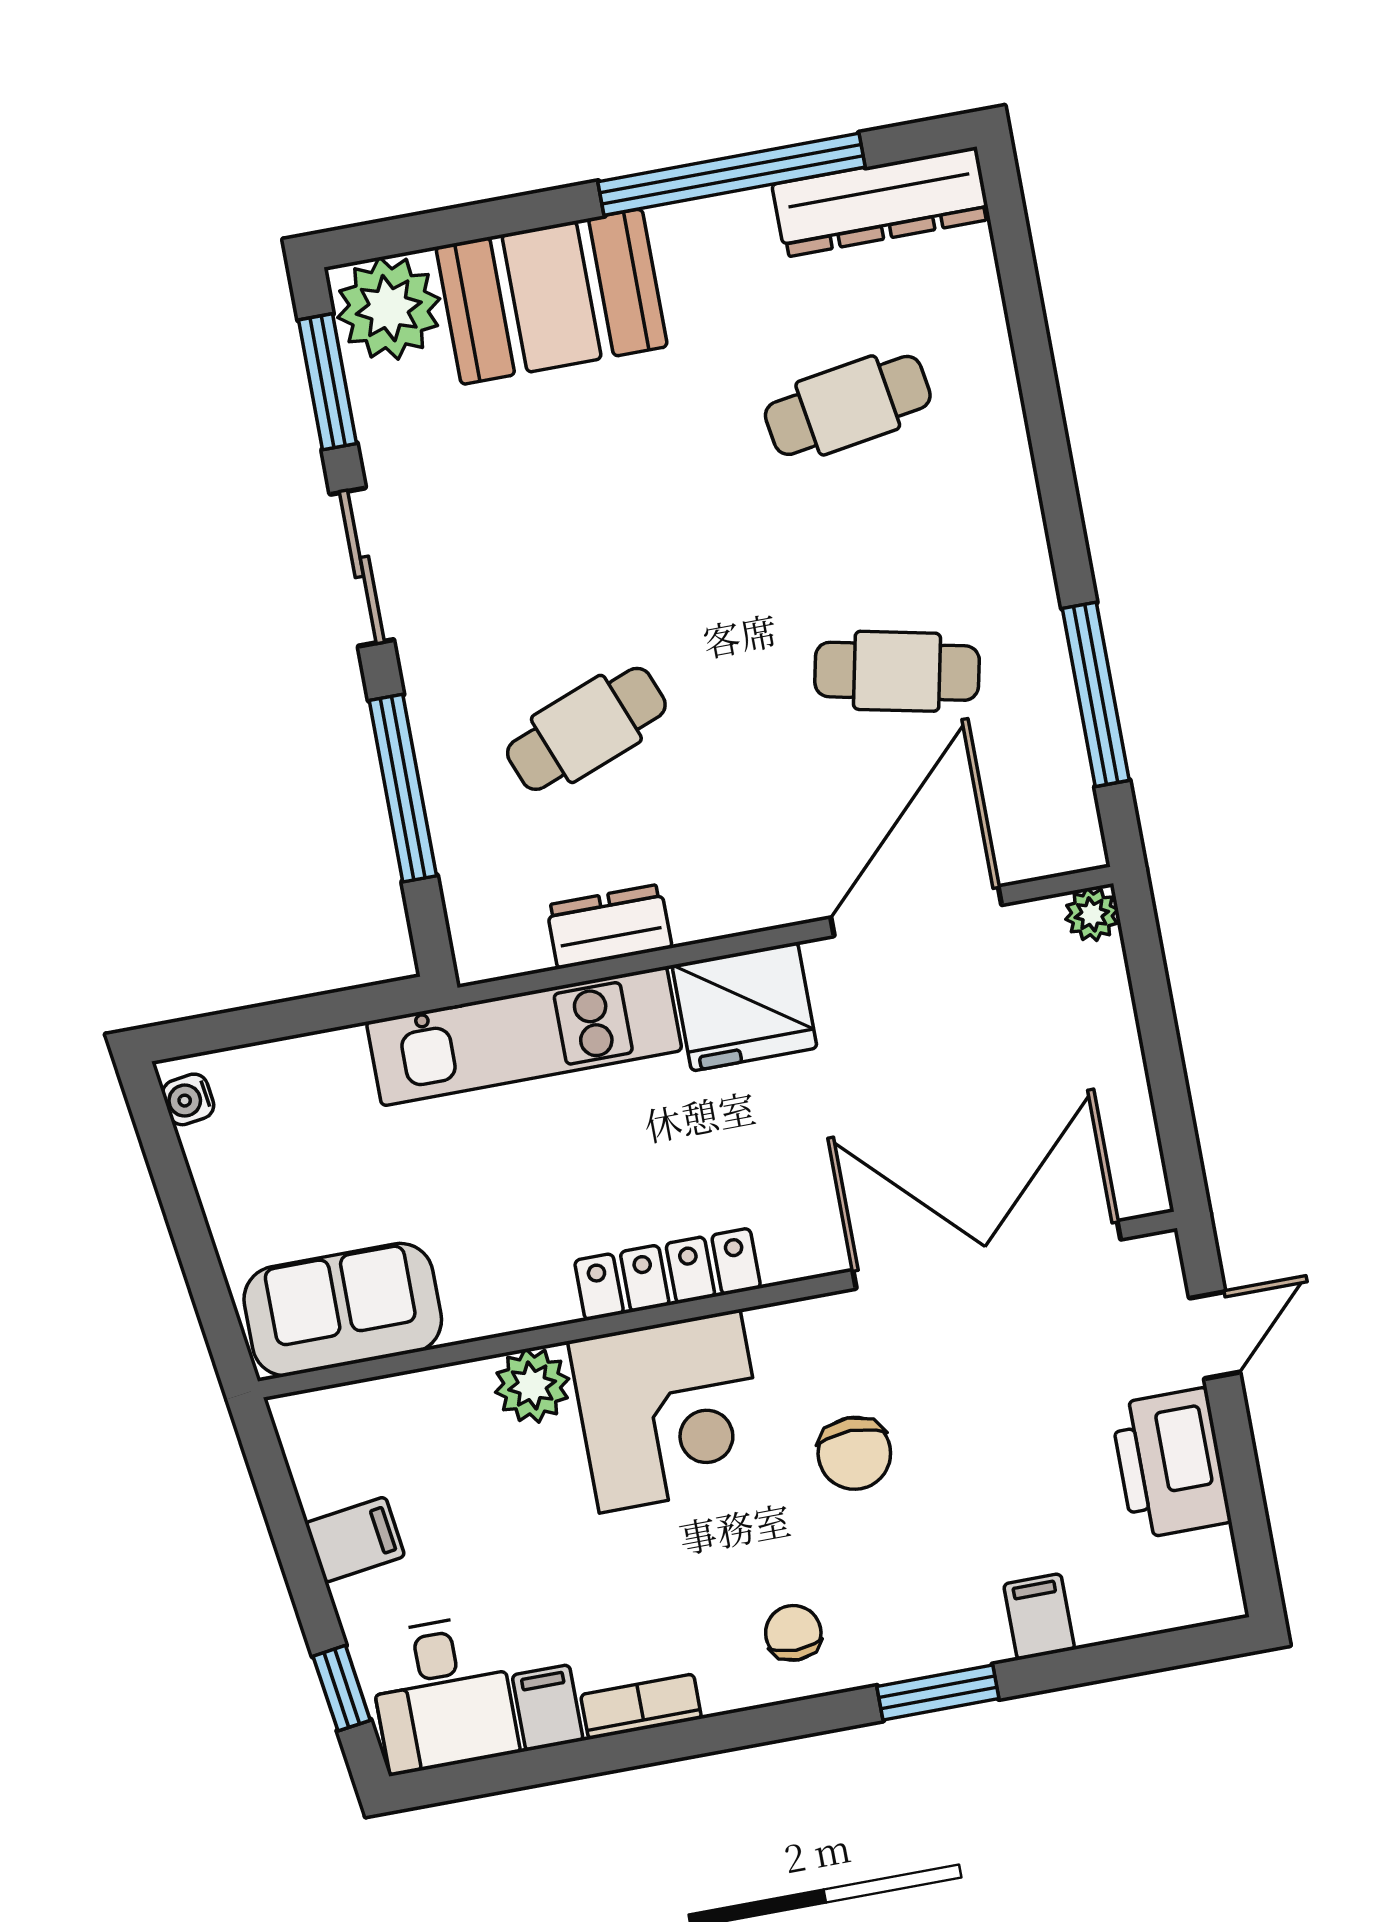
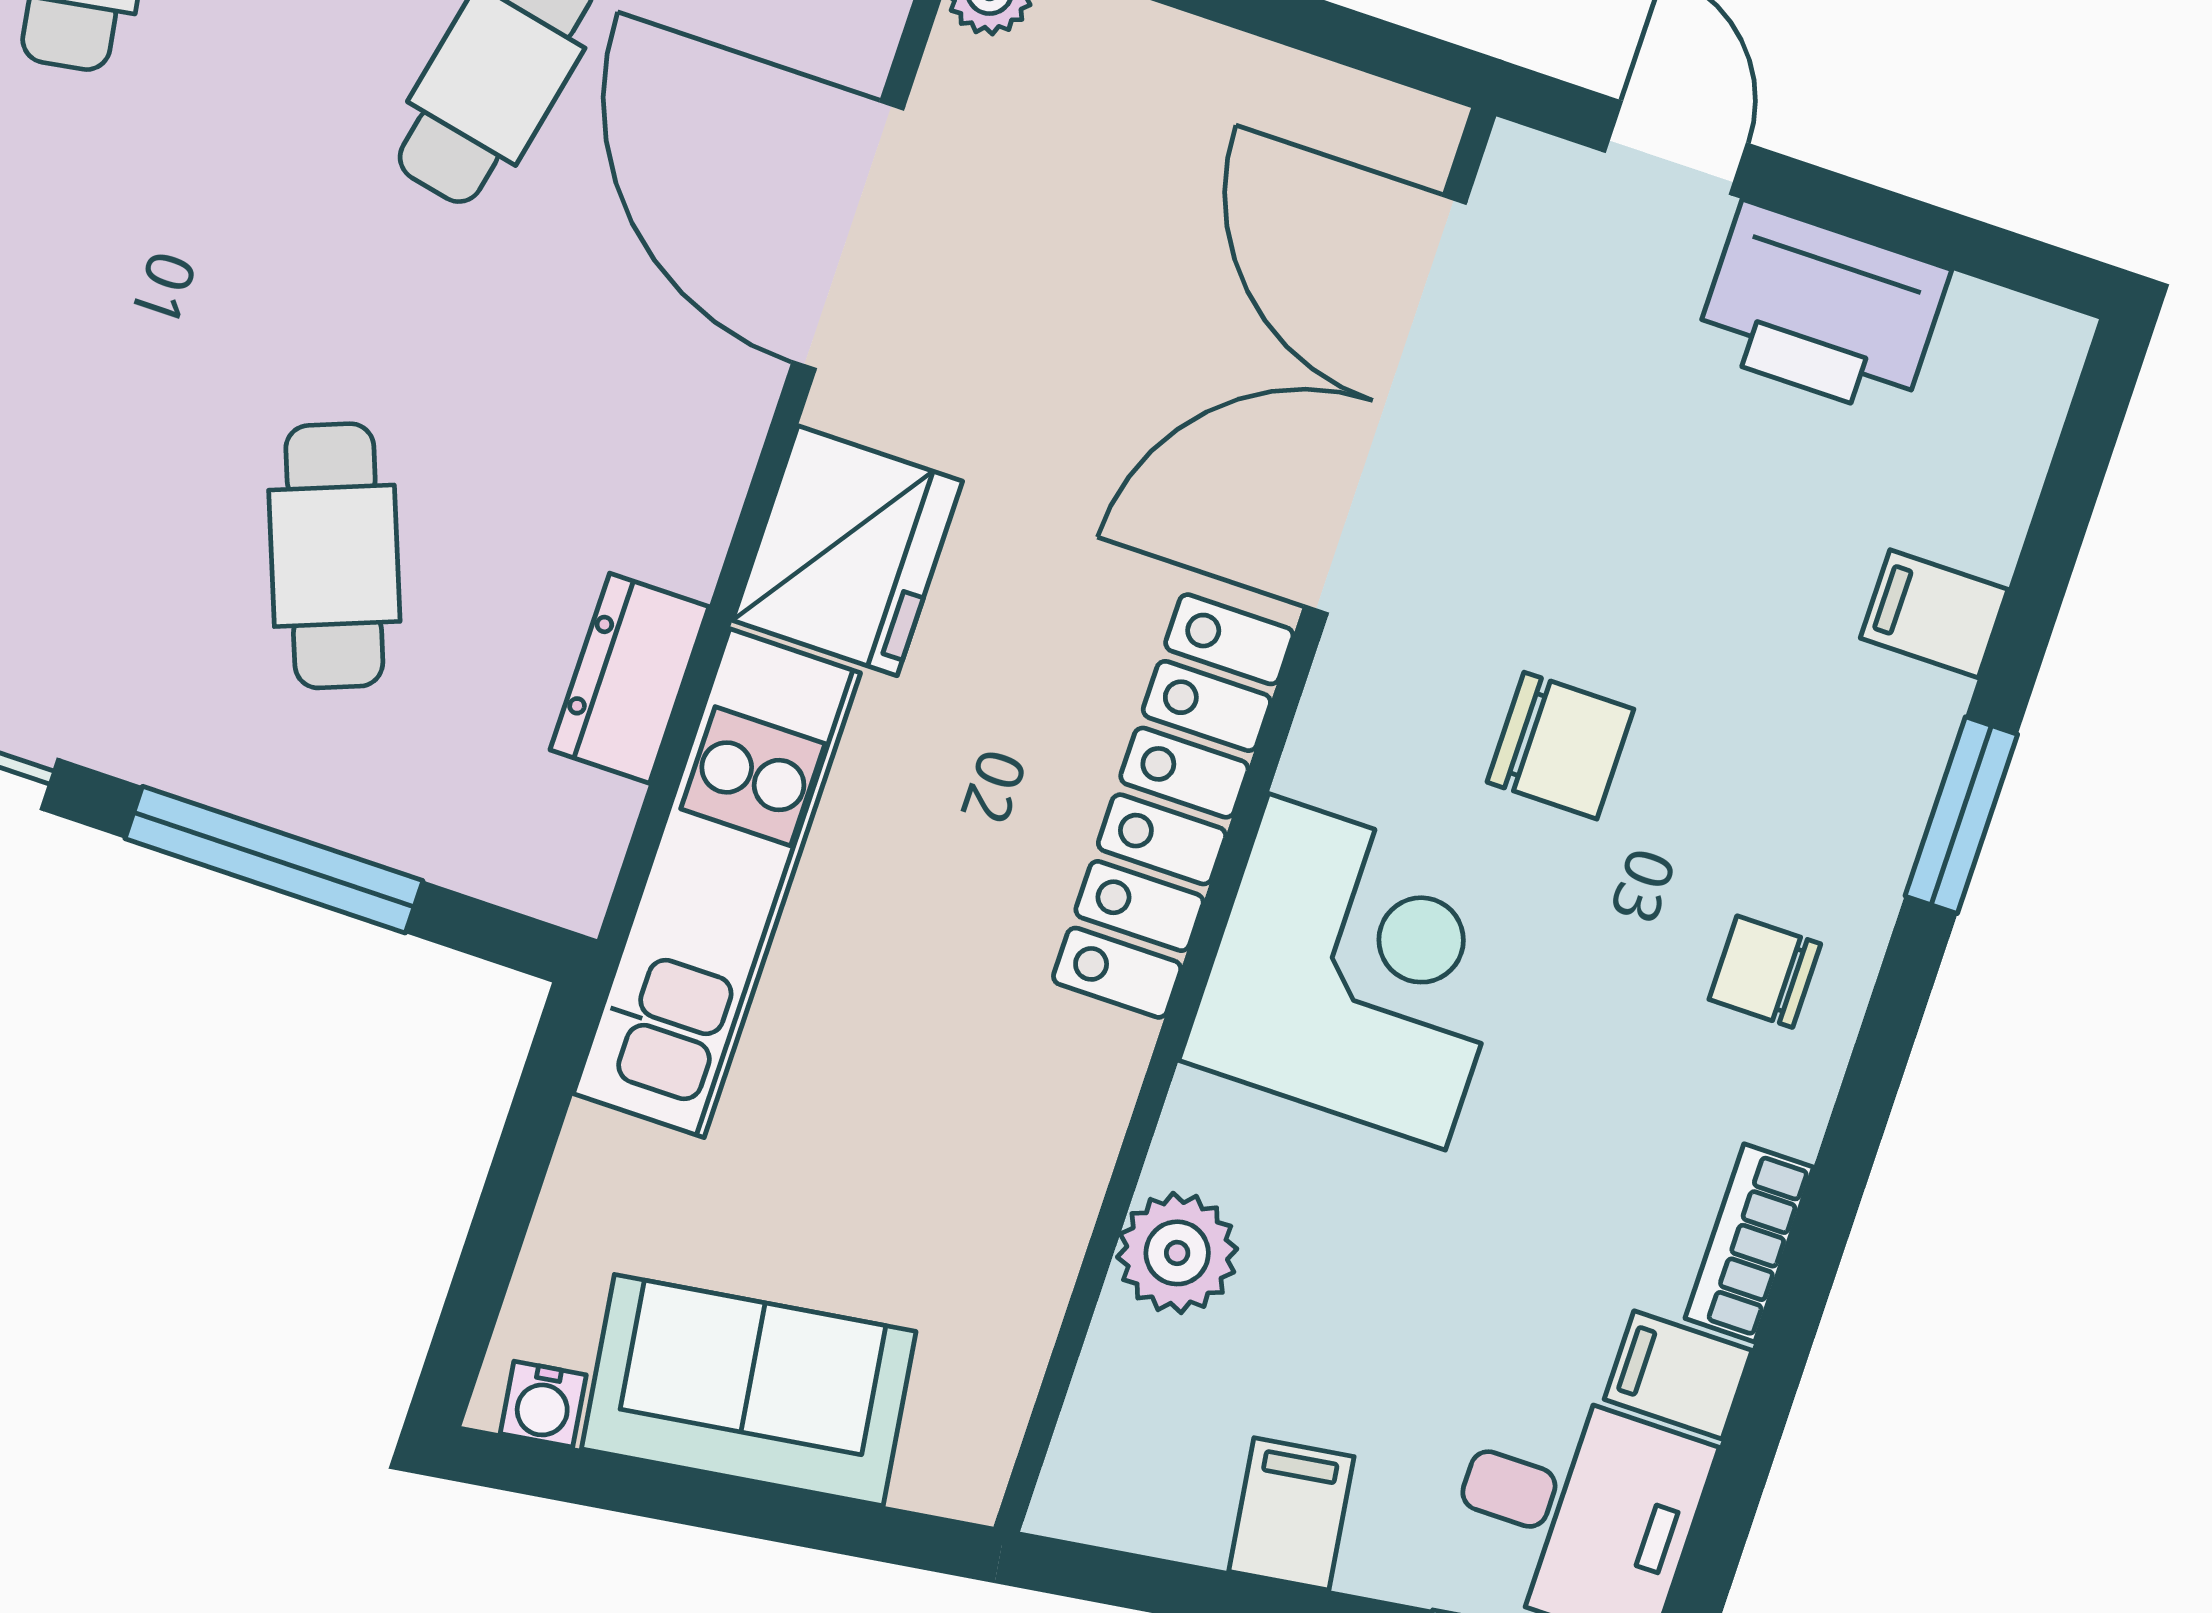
locker: (668, 1274) -> (1173, 806), width x1.41, depth x1.21
sofa: (343, 1310) -> (749, 1390), moved, turned 82
plant: (532, 1385) -> (1177, 1253), moved

